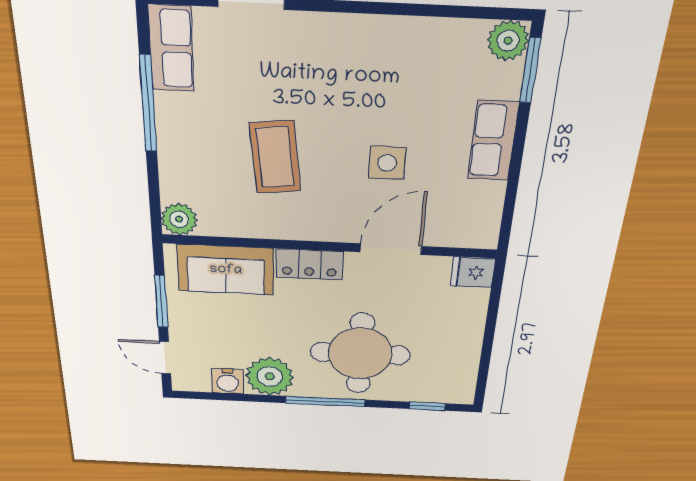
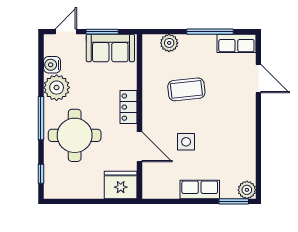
plant: (179, 219) -> (169, 43), moved
sofa: (226, 270) -> (110, 48), moved, turned -90
fridge: (473, 272) -> (121, 185), width x1.88, depth x1.34

